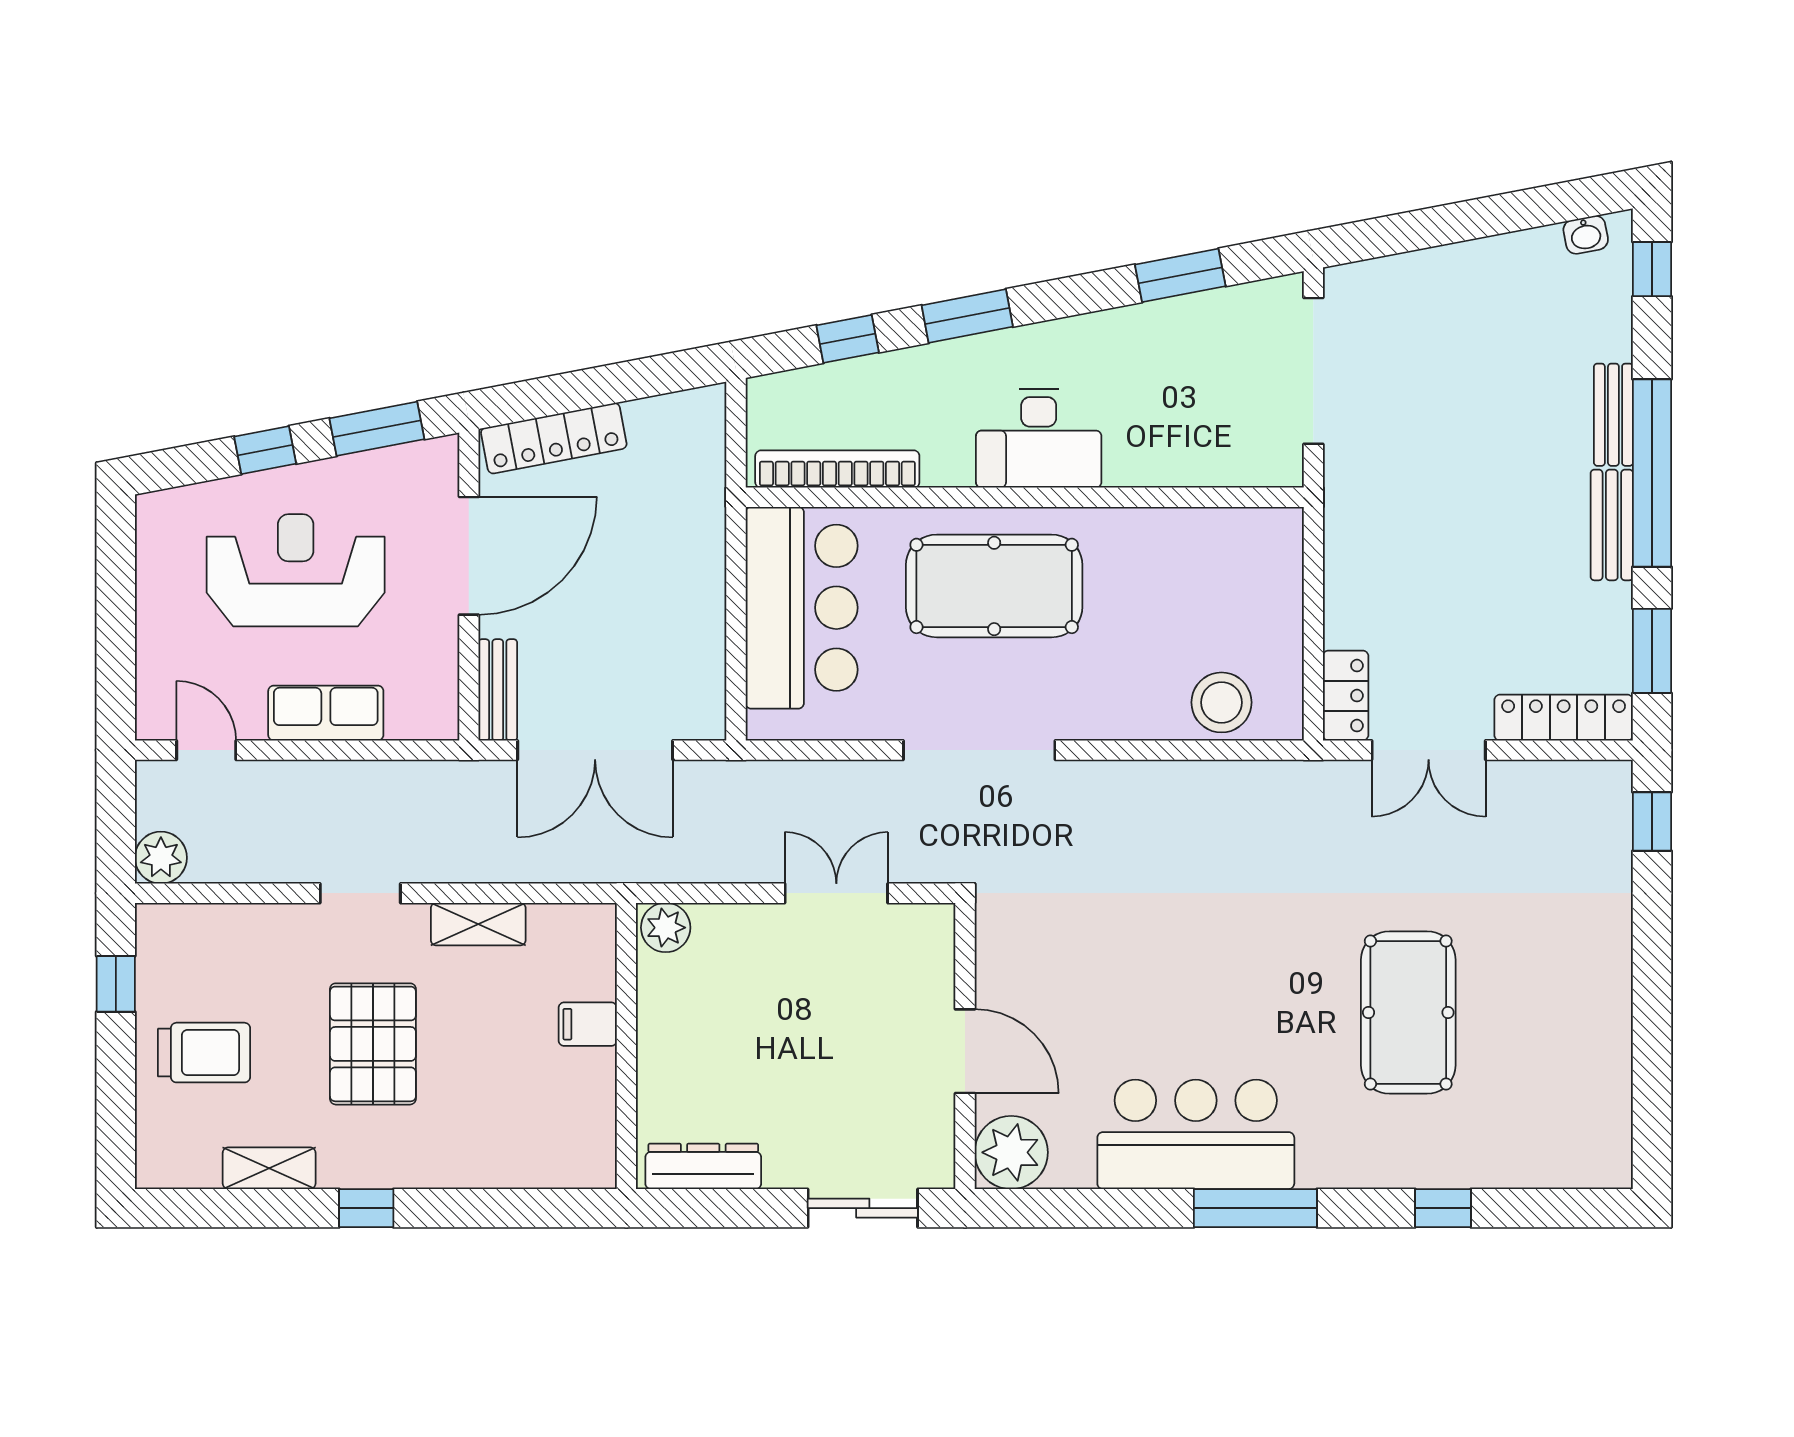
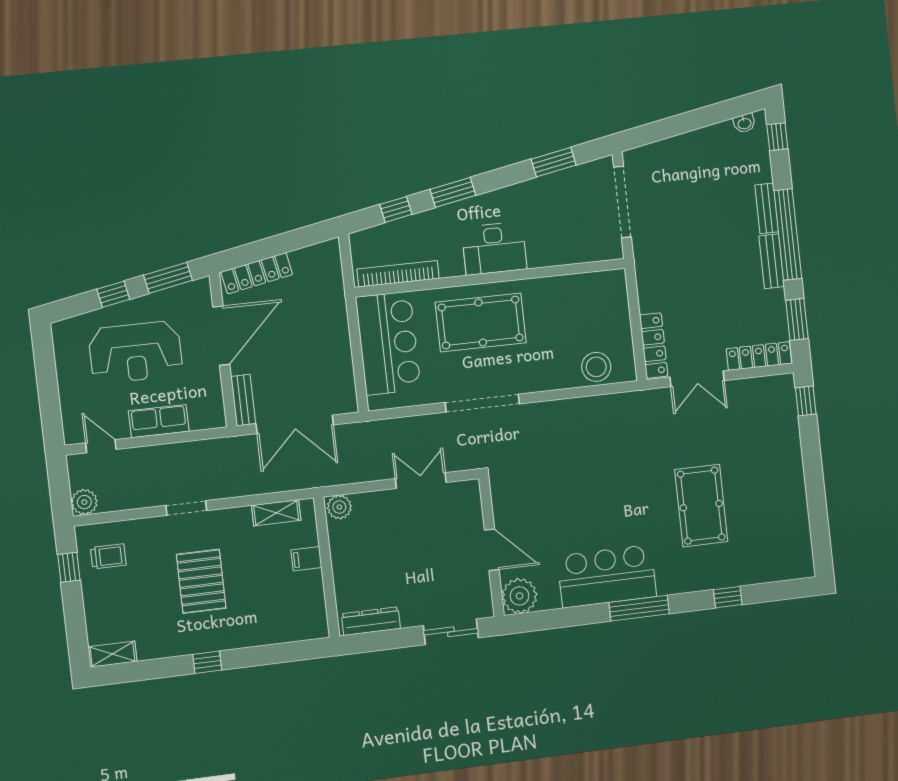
reception desk: (296, 570) -> (135, 352), turned 180
locker: (1346, 696) -> (654, 346), width x1.53
shelving: (478, 924) -> (276, 513), moved
trolley: (204, 1053) -> (108, 556), moved, width x0.73, depth x0.72
shelving: (269, 1168) -> (112, 654), moved

